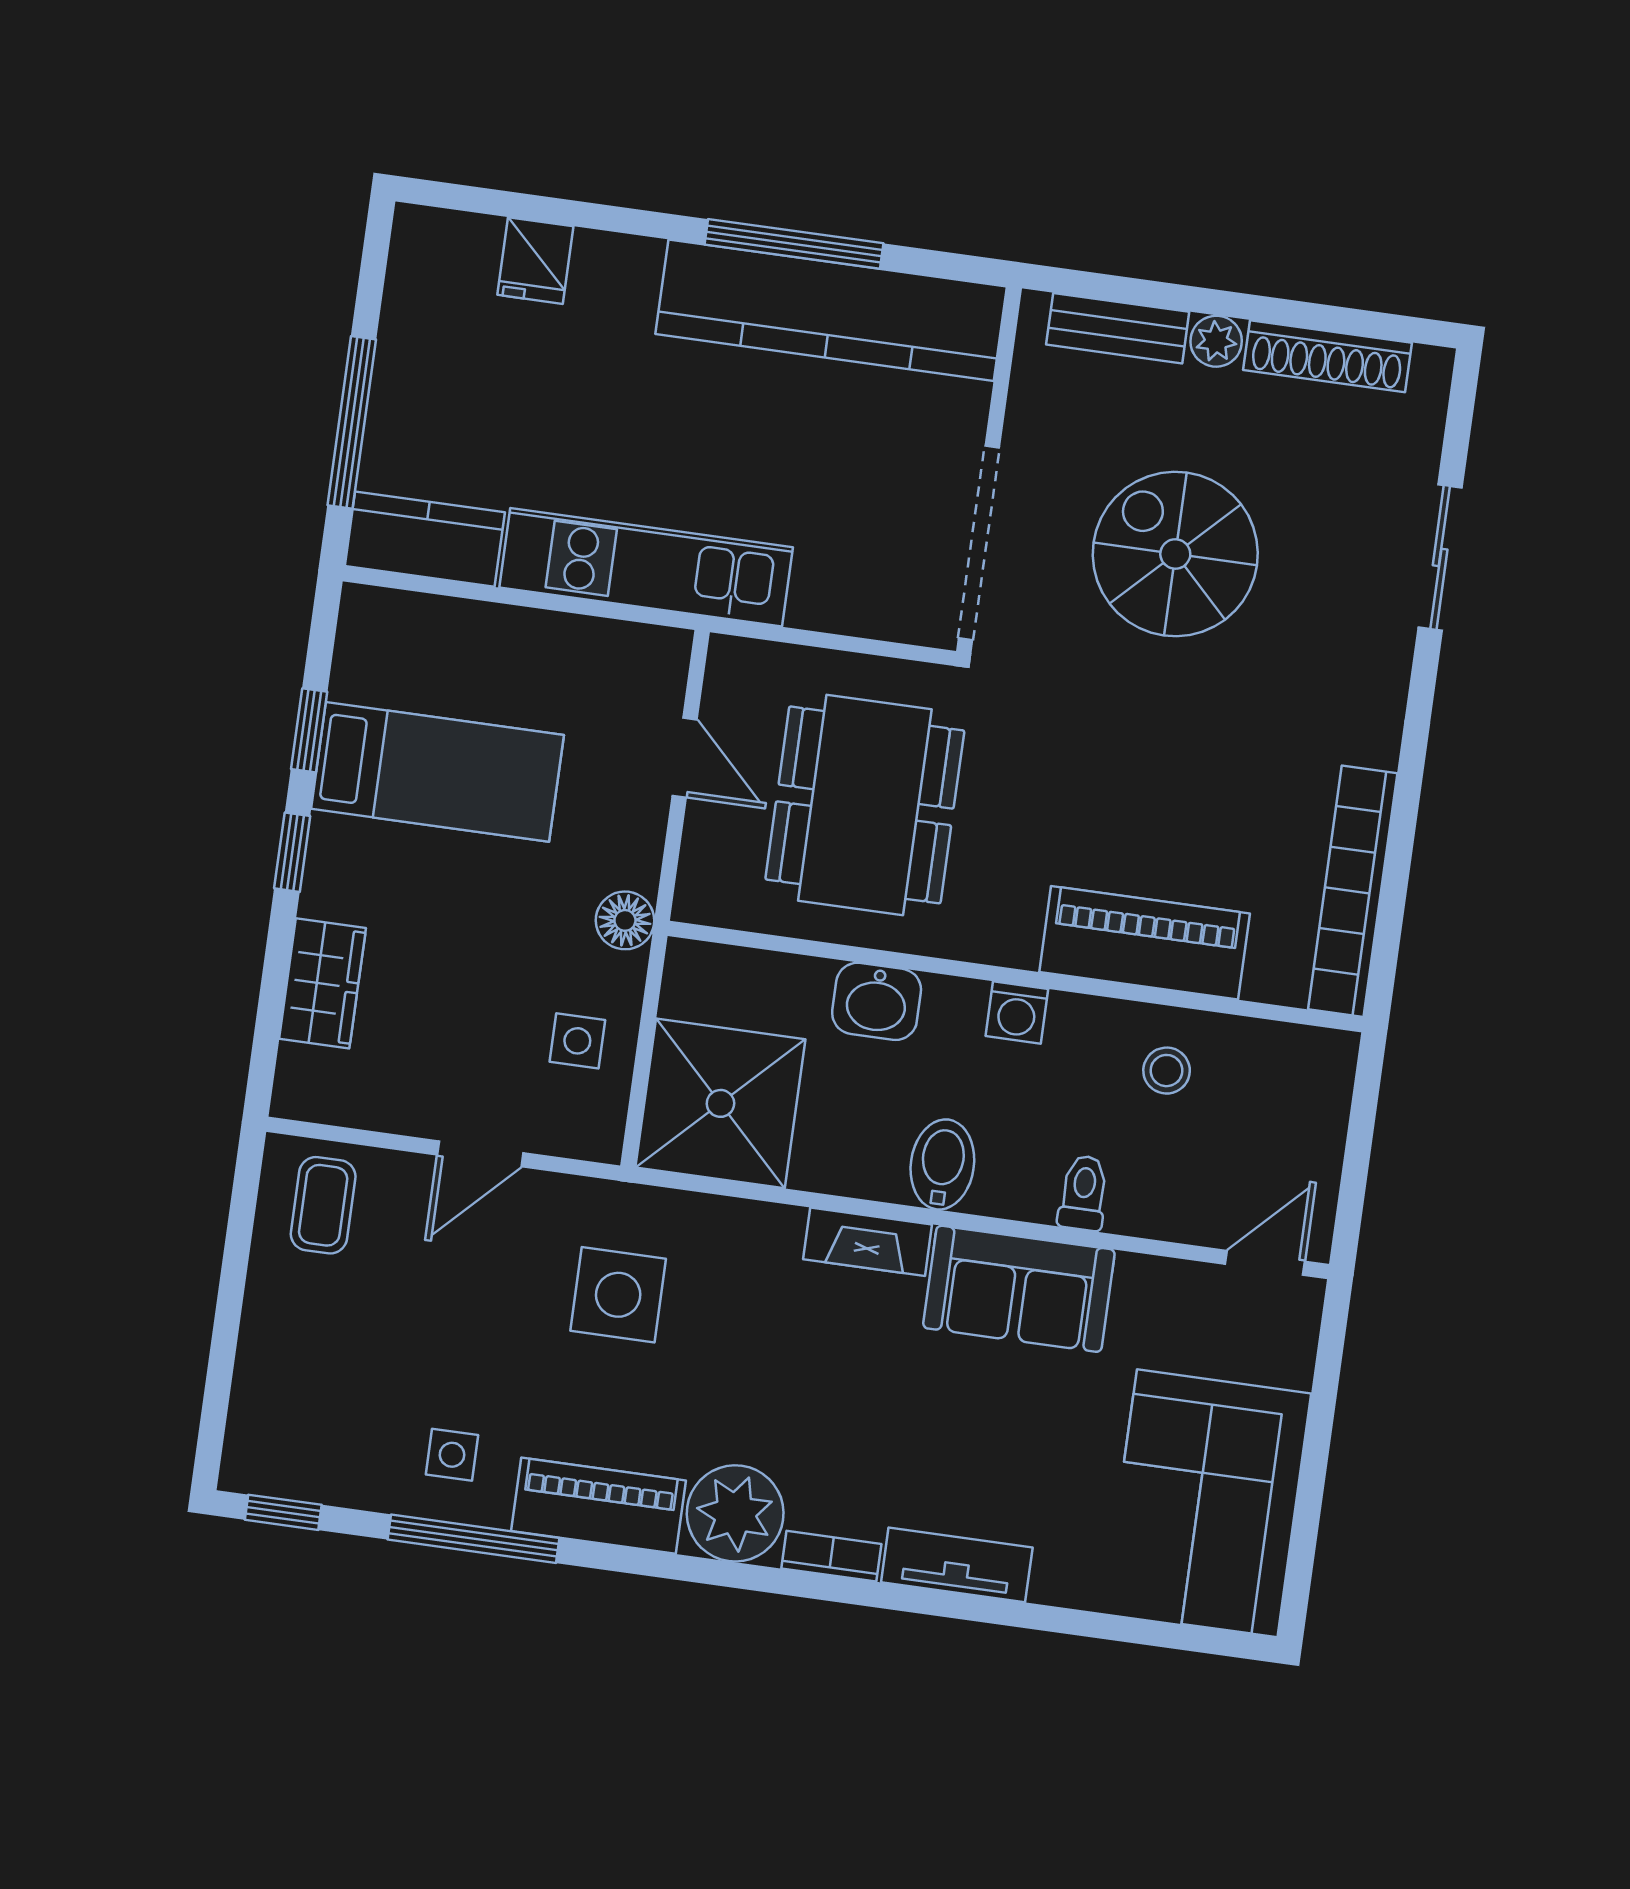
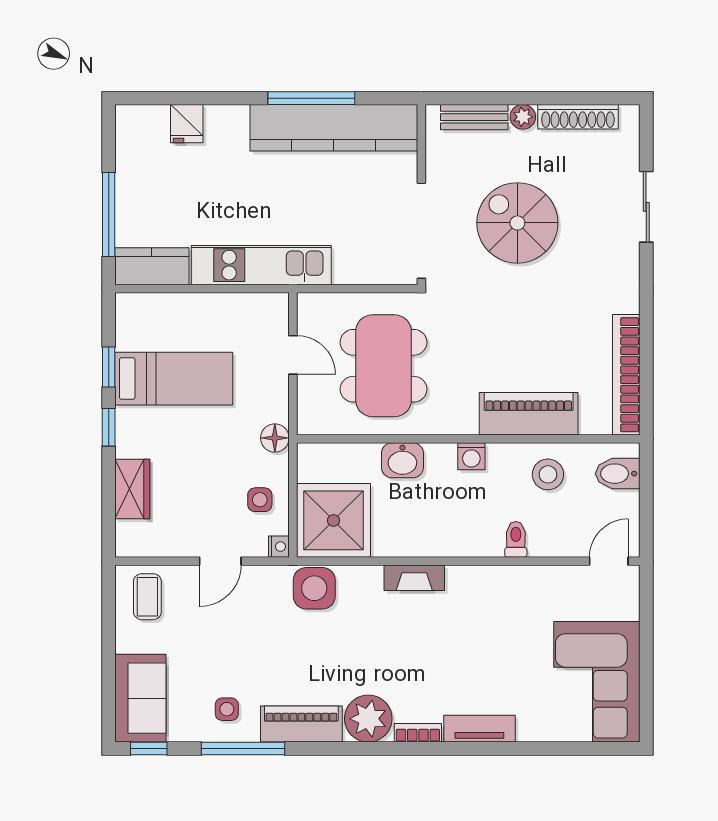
stool: (1167, 1071) -> (548, 474), width x1.37, depth x1.37
nightstand: (603, 1141) -> (279, 547), added
bidet: (942, 1164) -> (618, 474), moved, turned -90
sofa: (1019, 1289) -> (140, 698), moved, turned -90
side table: (618, 1295) -> (314, 588), moved

